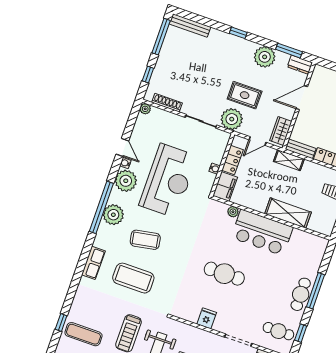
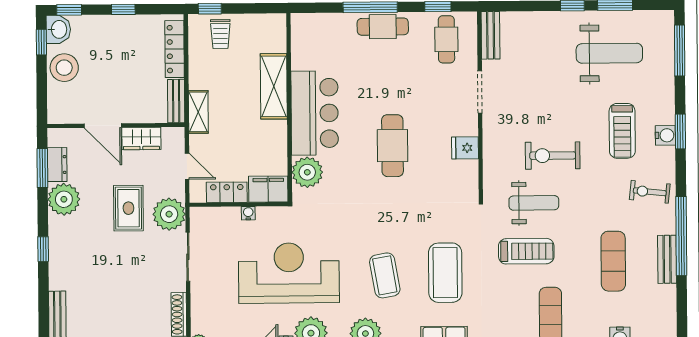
dresser: (300, 65) -> (57, 165), moved
wardrobe: (281, 131) -> (141, 139), moved
plant: (233, 212) -> (307, 172), width x1.88, depth x1.88

